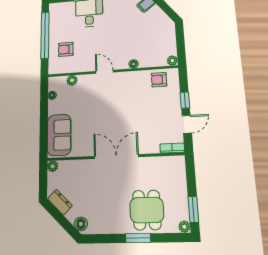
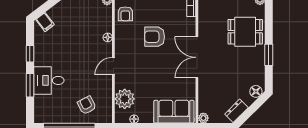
armchair: (66, 49) -> (87, 105), turned 152
plant: (72, 80) -> (125, 99), width x1.87, depth x1.87
armchair: (136, 111) -> (155, 37), added
window: (138, 238) -> (269, 55), moved

